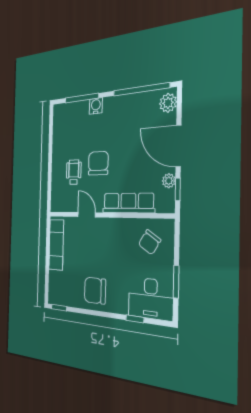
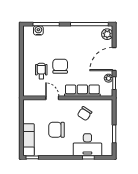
water cooler: (96, 106) -> (38, 30), moved
door: (179, 146) -> (114, 59), hinge flipped
chair: (150, 242) -> (85, 114), moved
exam couch: (56, 245) -> (29, 140), moved
chair: (95, 291) -> (57, 130), moved
desk: (151, 299) -> (87, 145), moved

